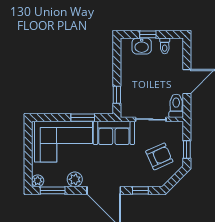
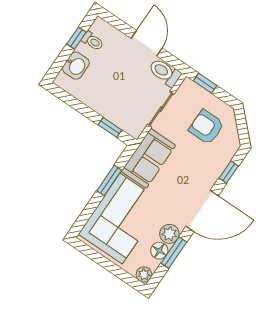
window: (148, 34) -> (77, 38), moved
window: (187, 149) -> (205, 83), moved
armchair: (159, 156) -> (206, 127), turned -66
floor lamp: (60, 180) -> (159, 251), added
window: (53, 190) -> (174, 253), moved

